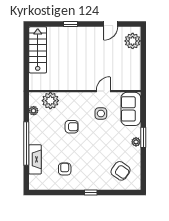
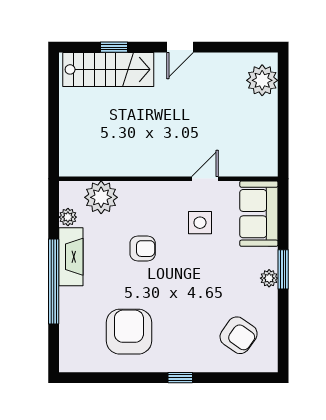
window: (71, 24) -> (114, 47), moved
door: (111, 24) -> (180, 47), moved
stairs: (38, 50) -> (108, 69), moved, turned 90
fireplace: (35, 159) -> (71, 257), moved
armchair: (65, 169) -> (129, 332), width x1.88, depth x1.88

